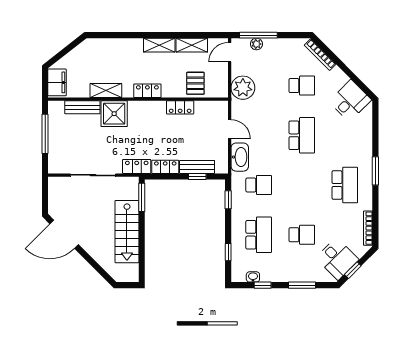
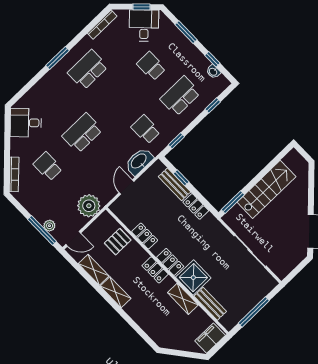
locker: (137, 166) -> (170, 262), moved, turned 180

